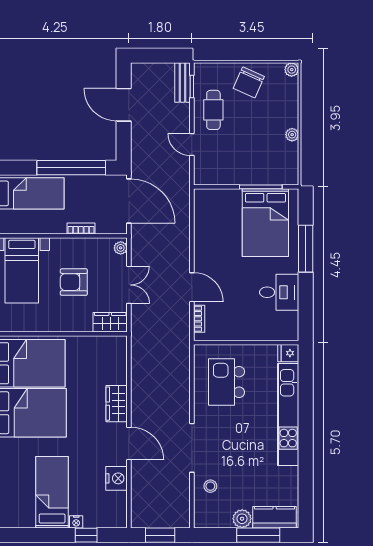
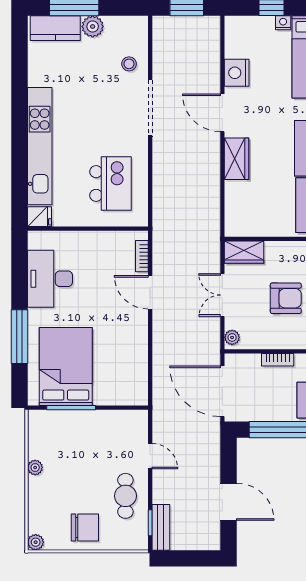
chair: (249, 82) -> (85, 528), turned 66
desk: (279, 292) -> (50, 279), width x1.37

